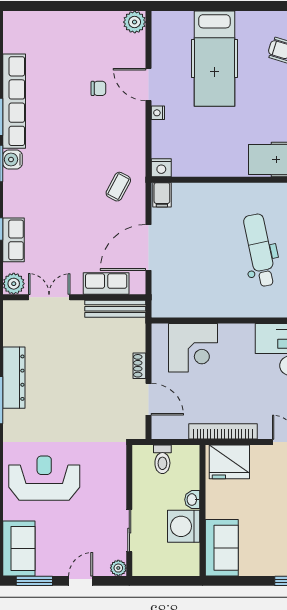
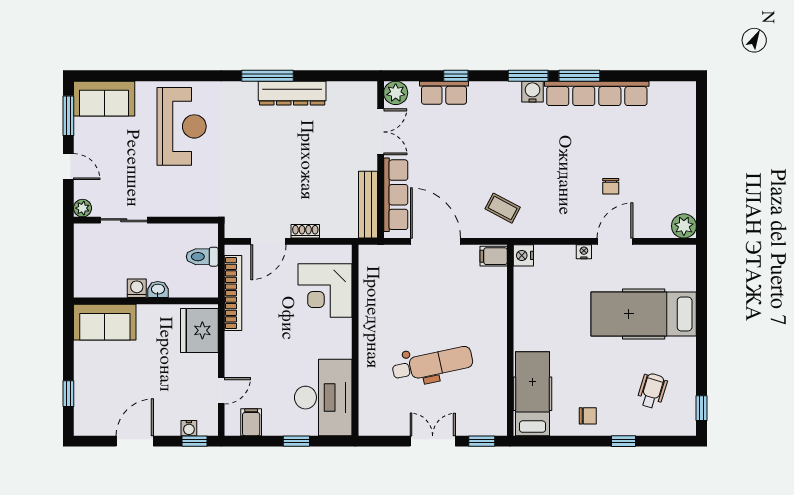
row of seats: (106, 284) -> (396, 195), width x1.48
bookcase: (223, 431) -> (233, 293), moved
washing machine: (184, 526) -> (137, 288), width x0.53, depth x0.53

